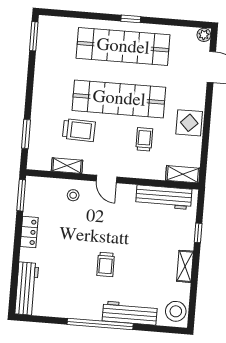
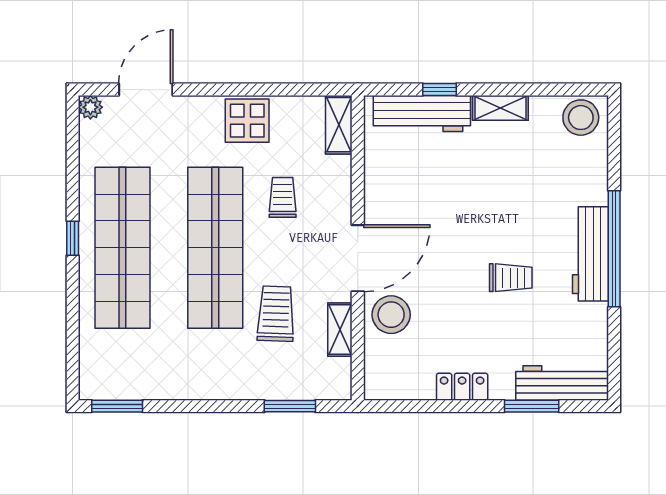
trolley: (144, 139) -> (283, 197), turned 90
door: (106, 179) -> (358, 258), width x1.88
window: (21, 195) -> (532, 406), moved
stool: (73, 195) -> (391, 315), width x1.89, depth x1.89
workbench: (164, 197) -> (422, 113), moved, turned 90
trolley: (106, 264) -> (511, 278), moved
workbench: (130, 313) -> (590, 254), moved

